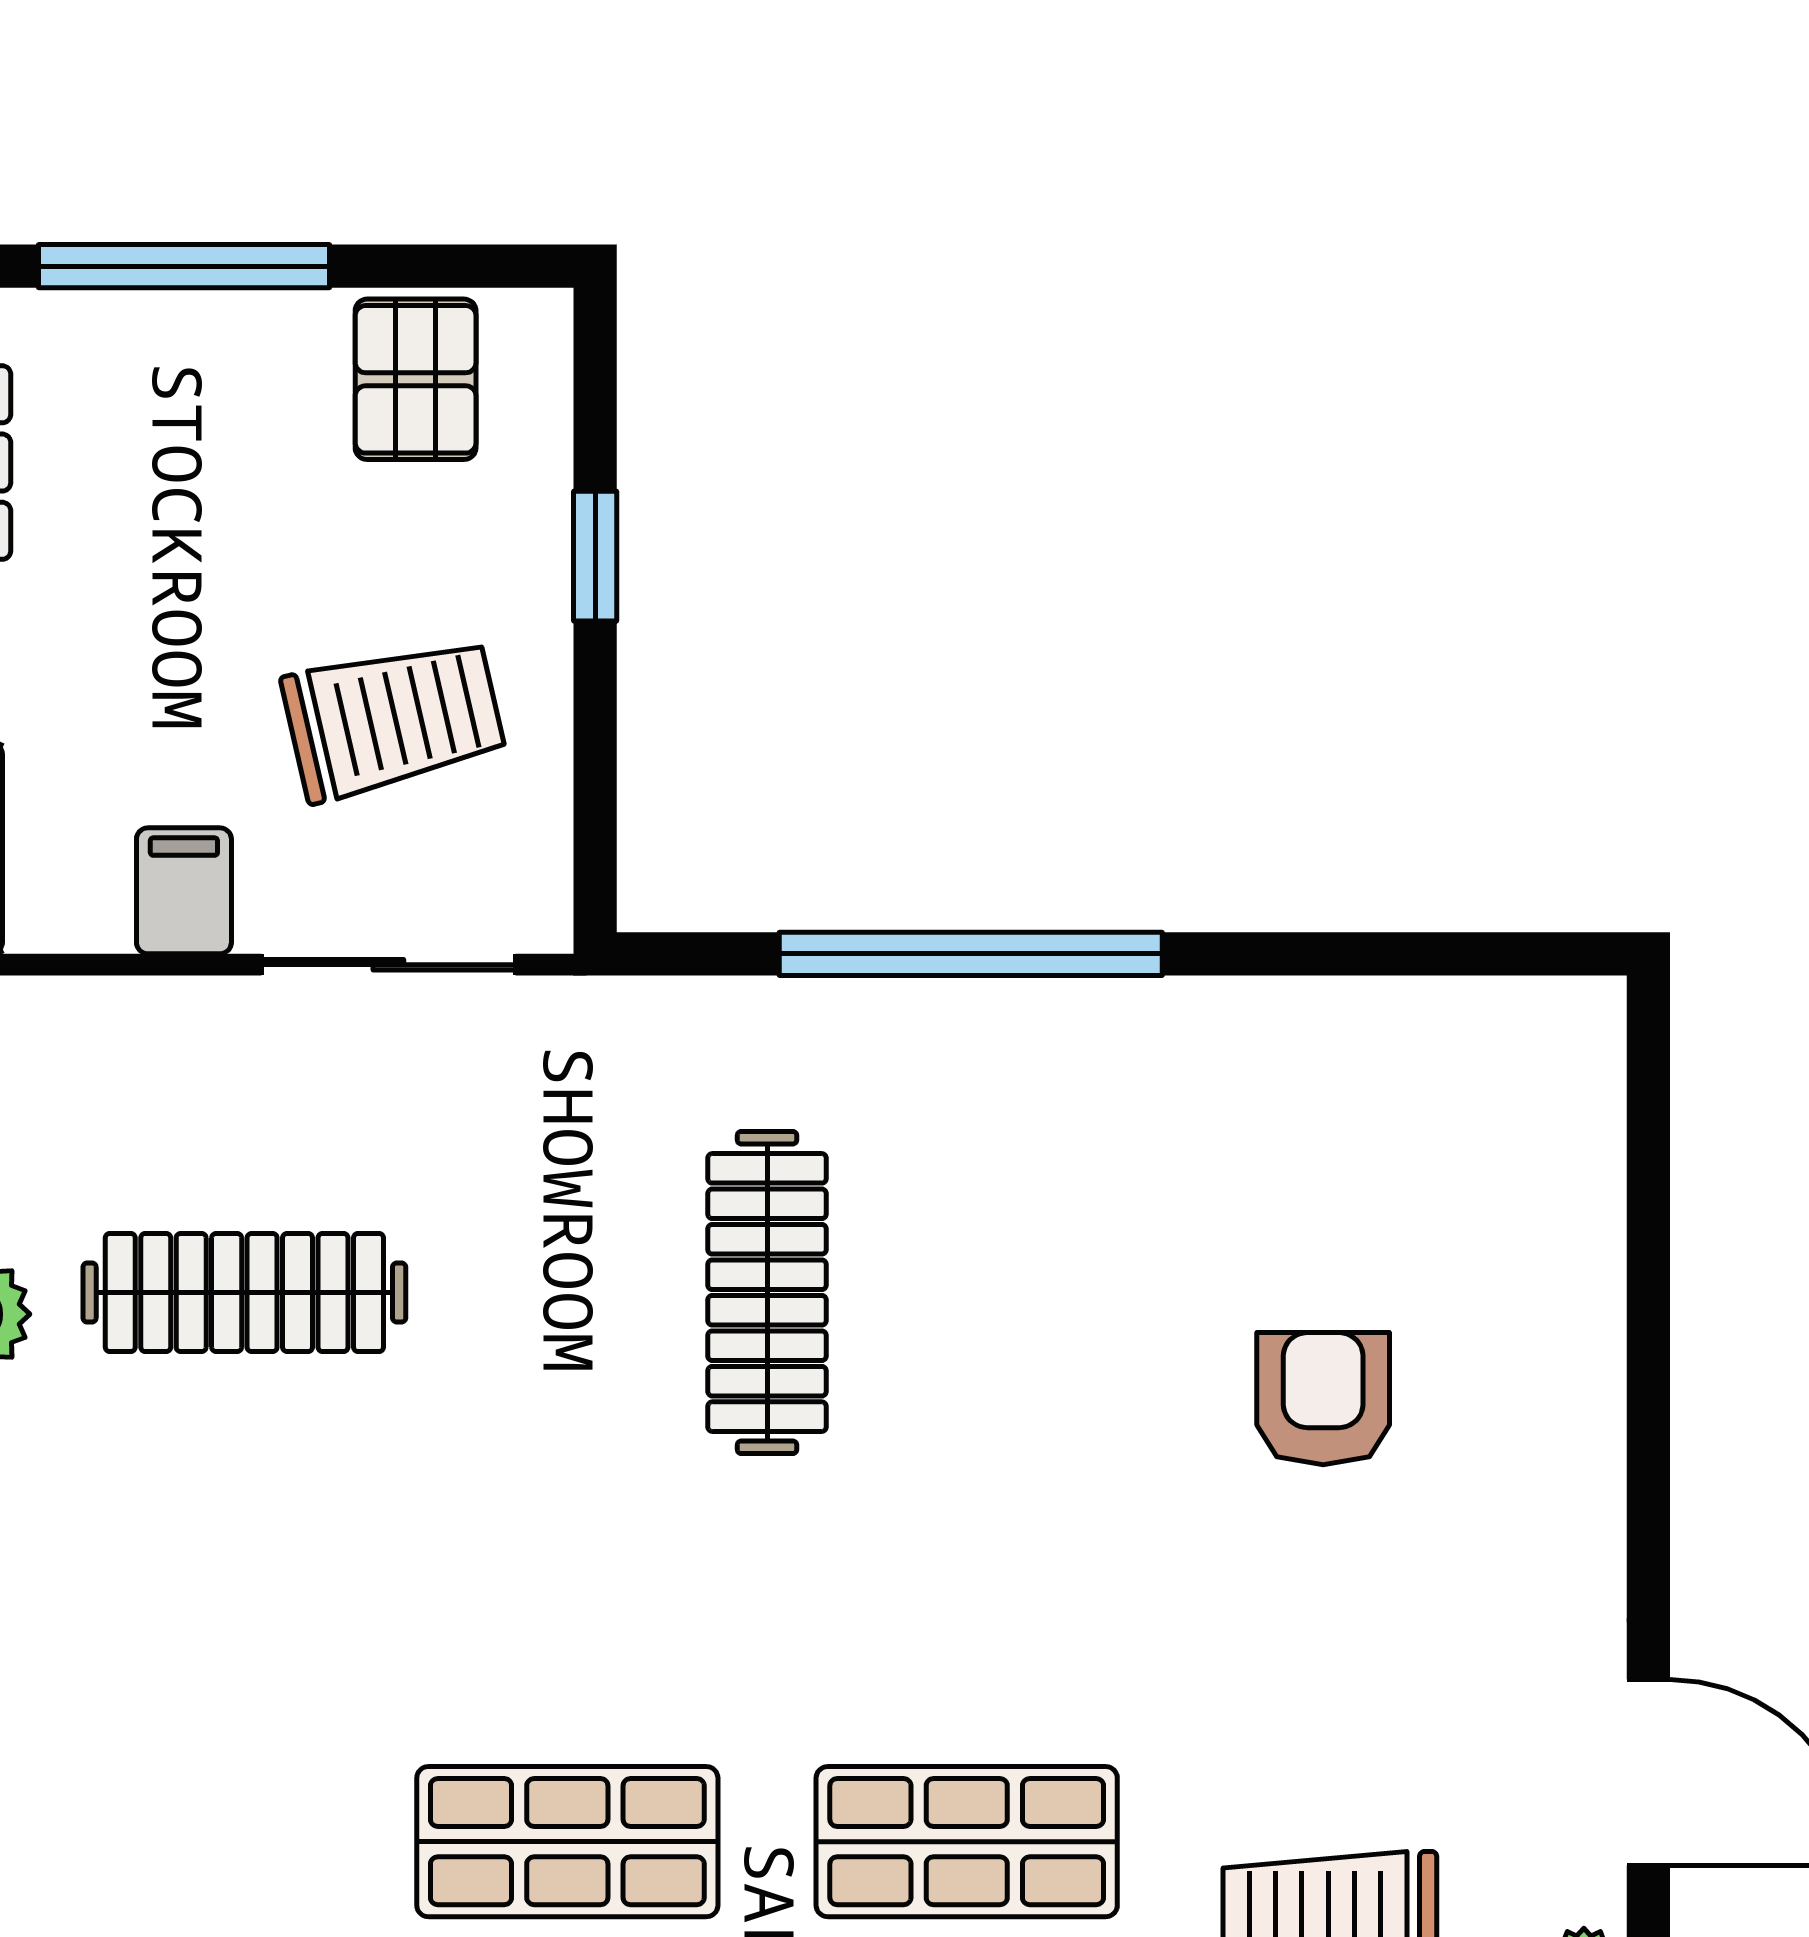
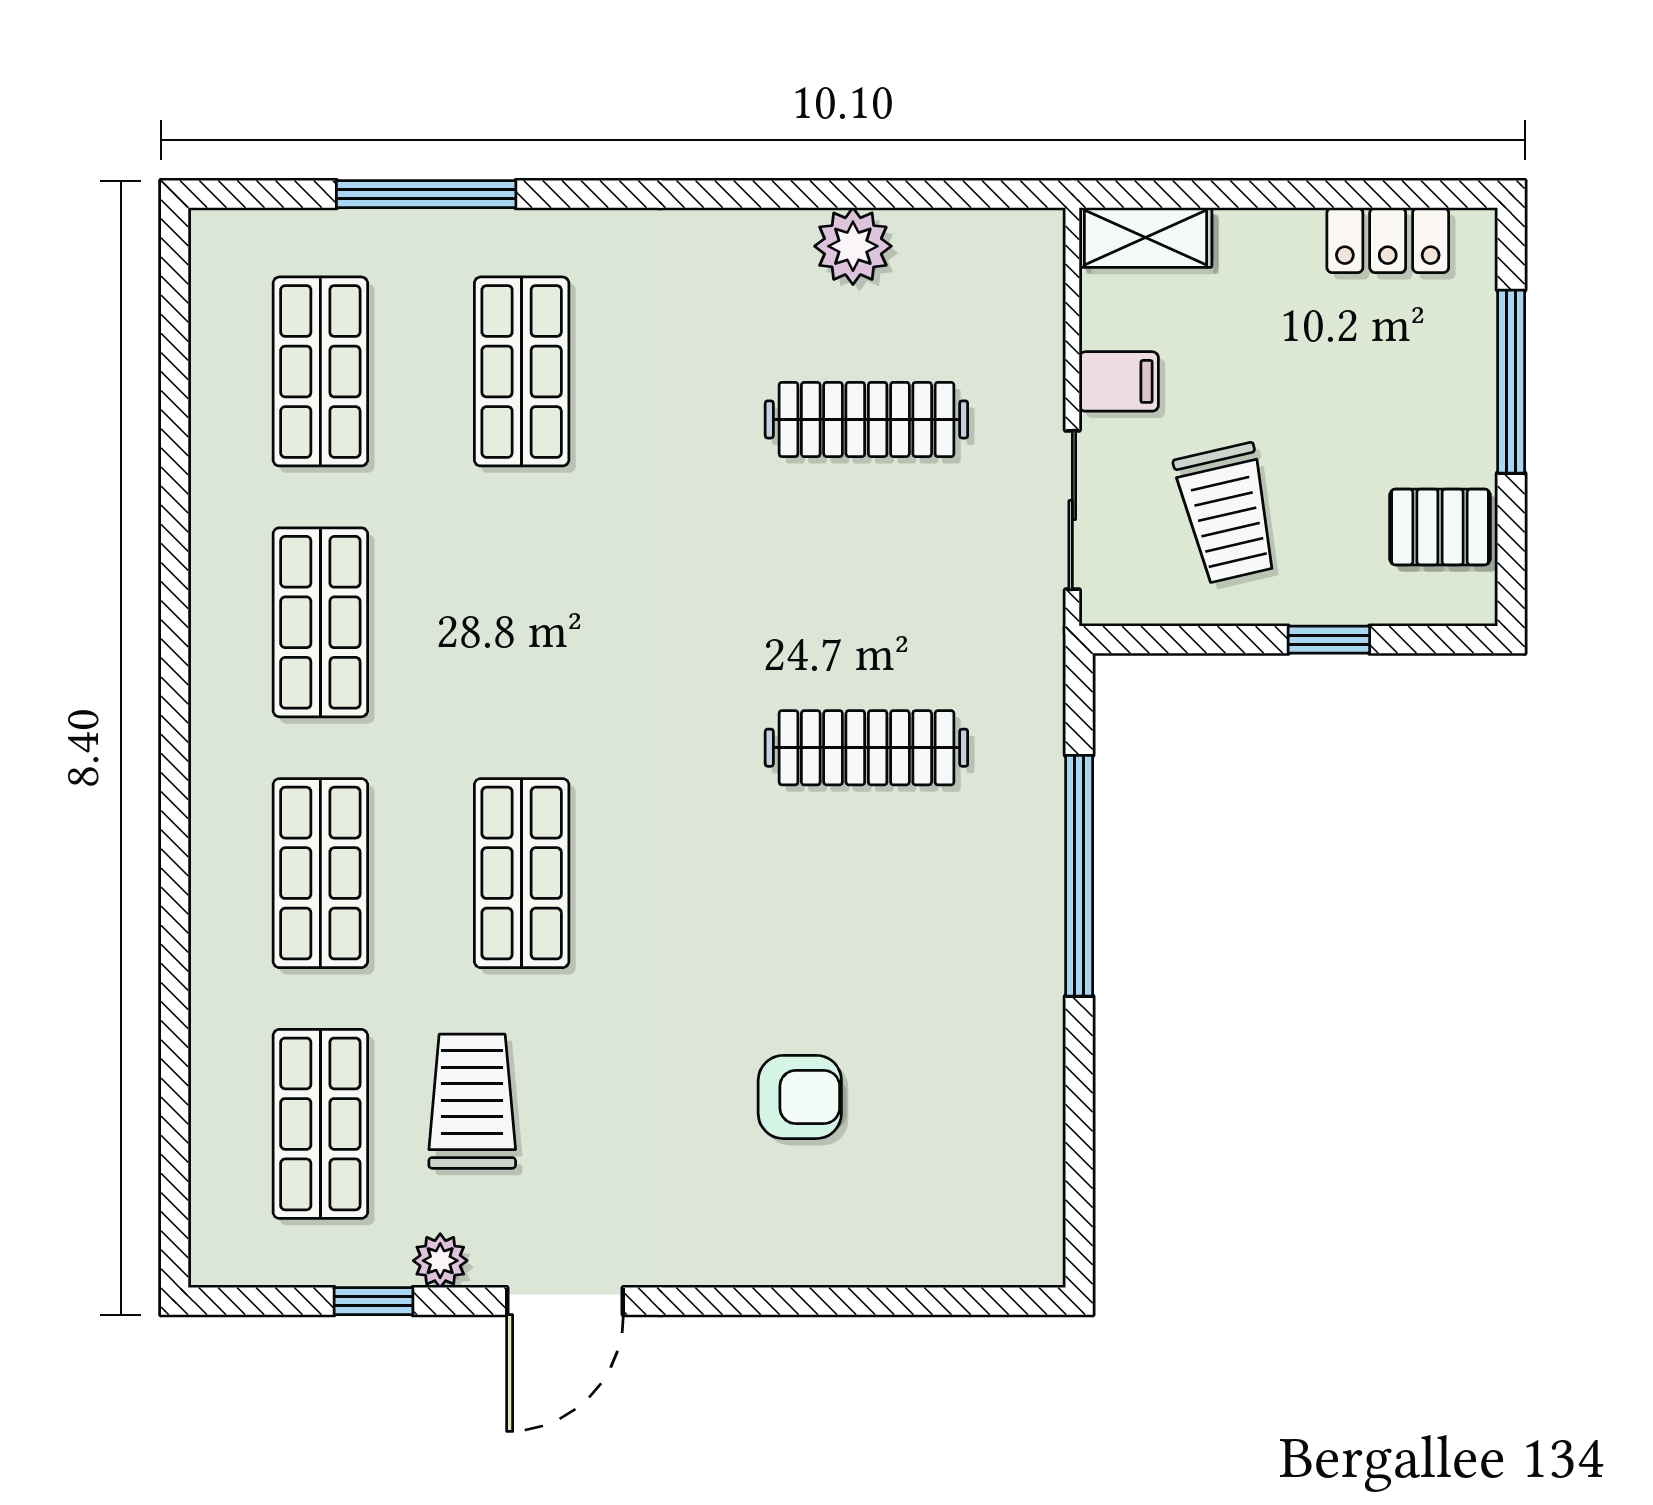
clothes rail: (244, 1292) -> (866, 419), turned 90
shop shelf: (567, 1842) -> (522, 371), moved

